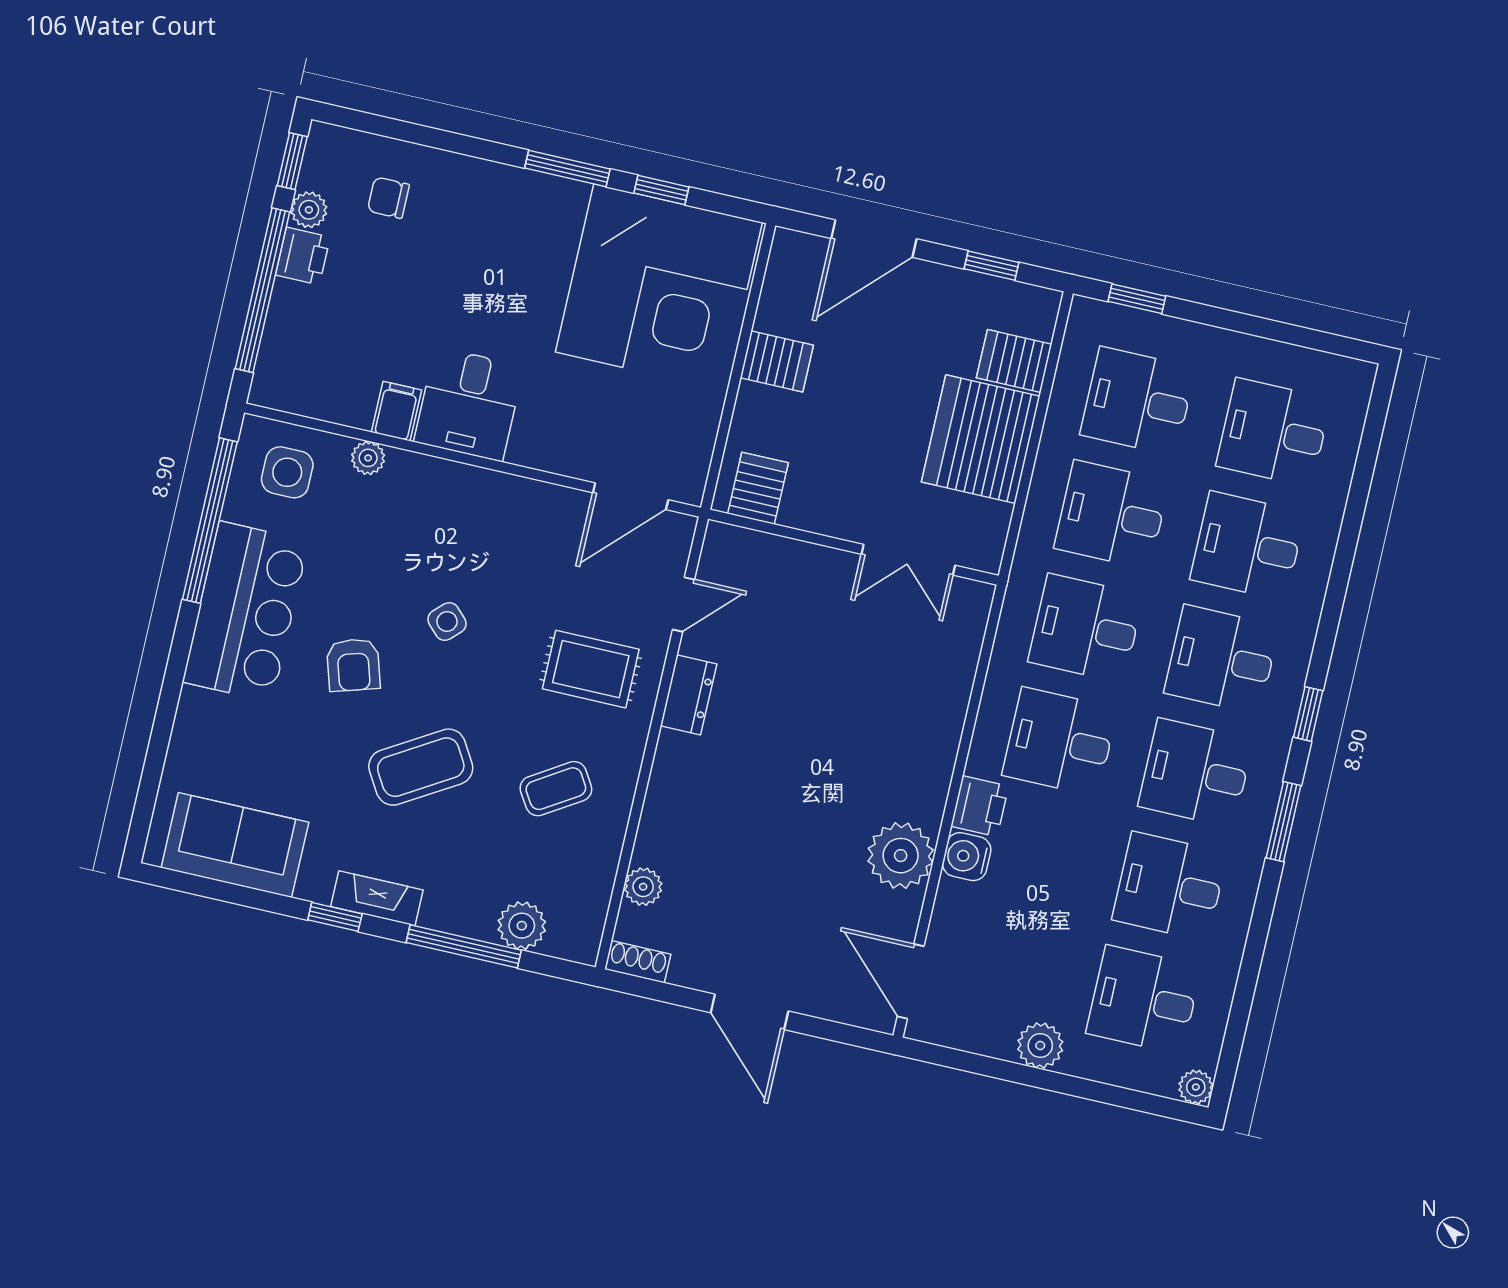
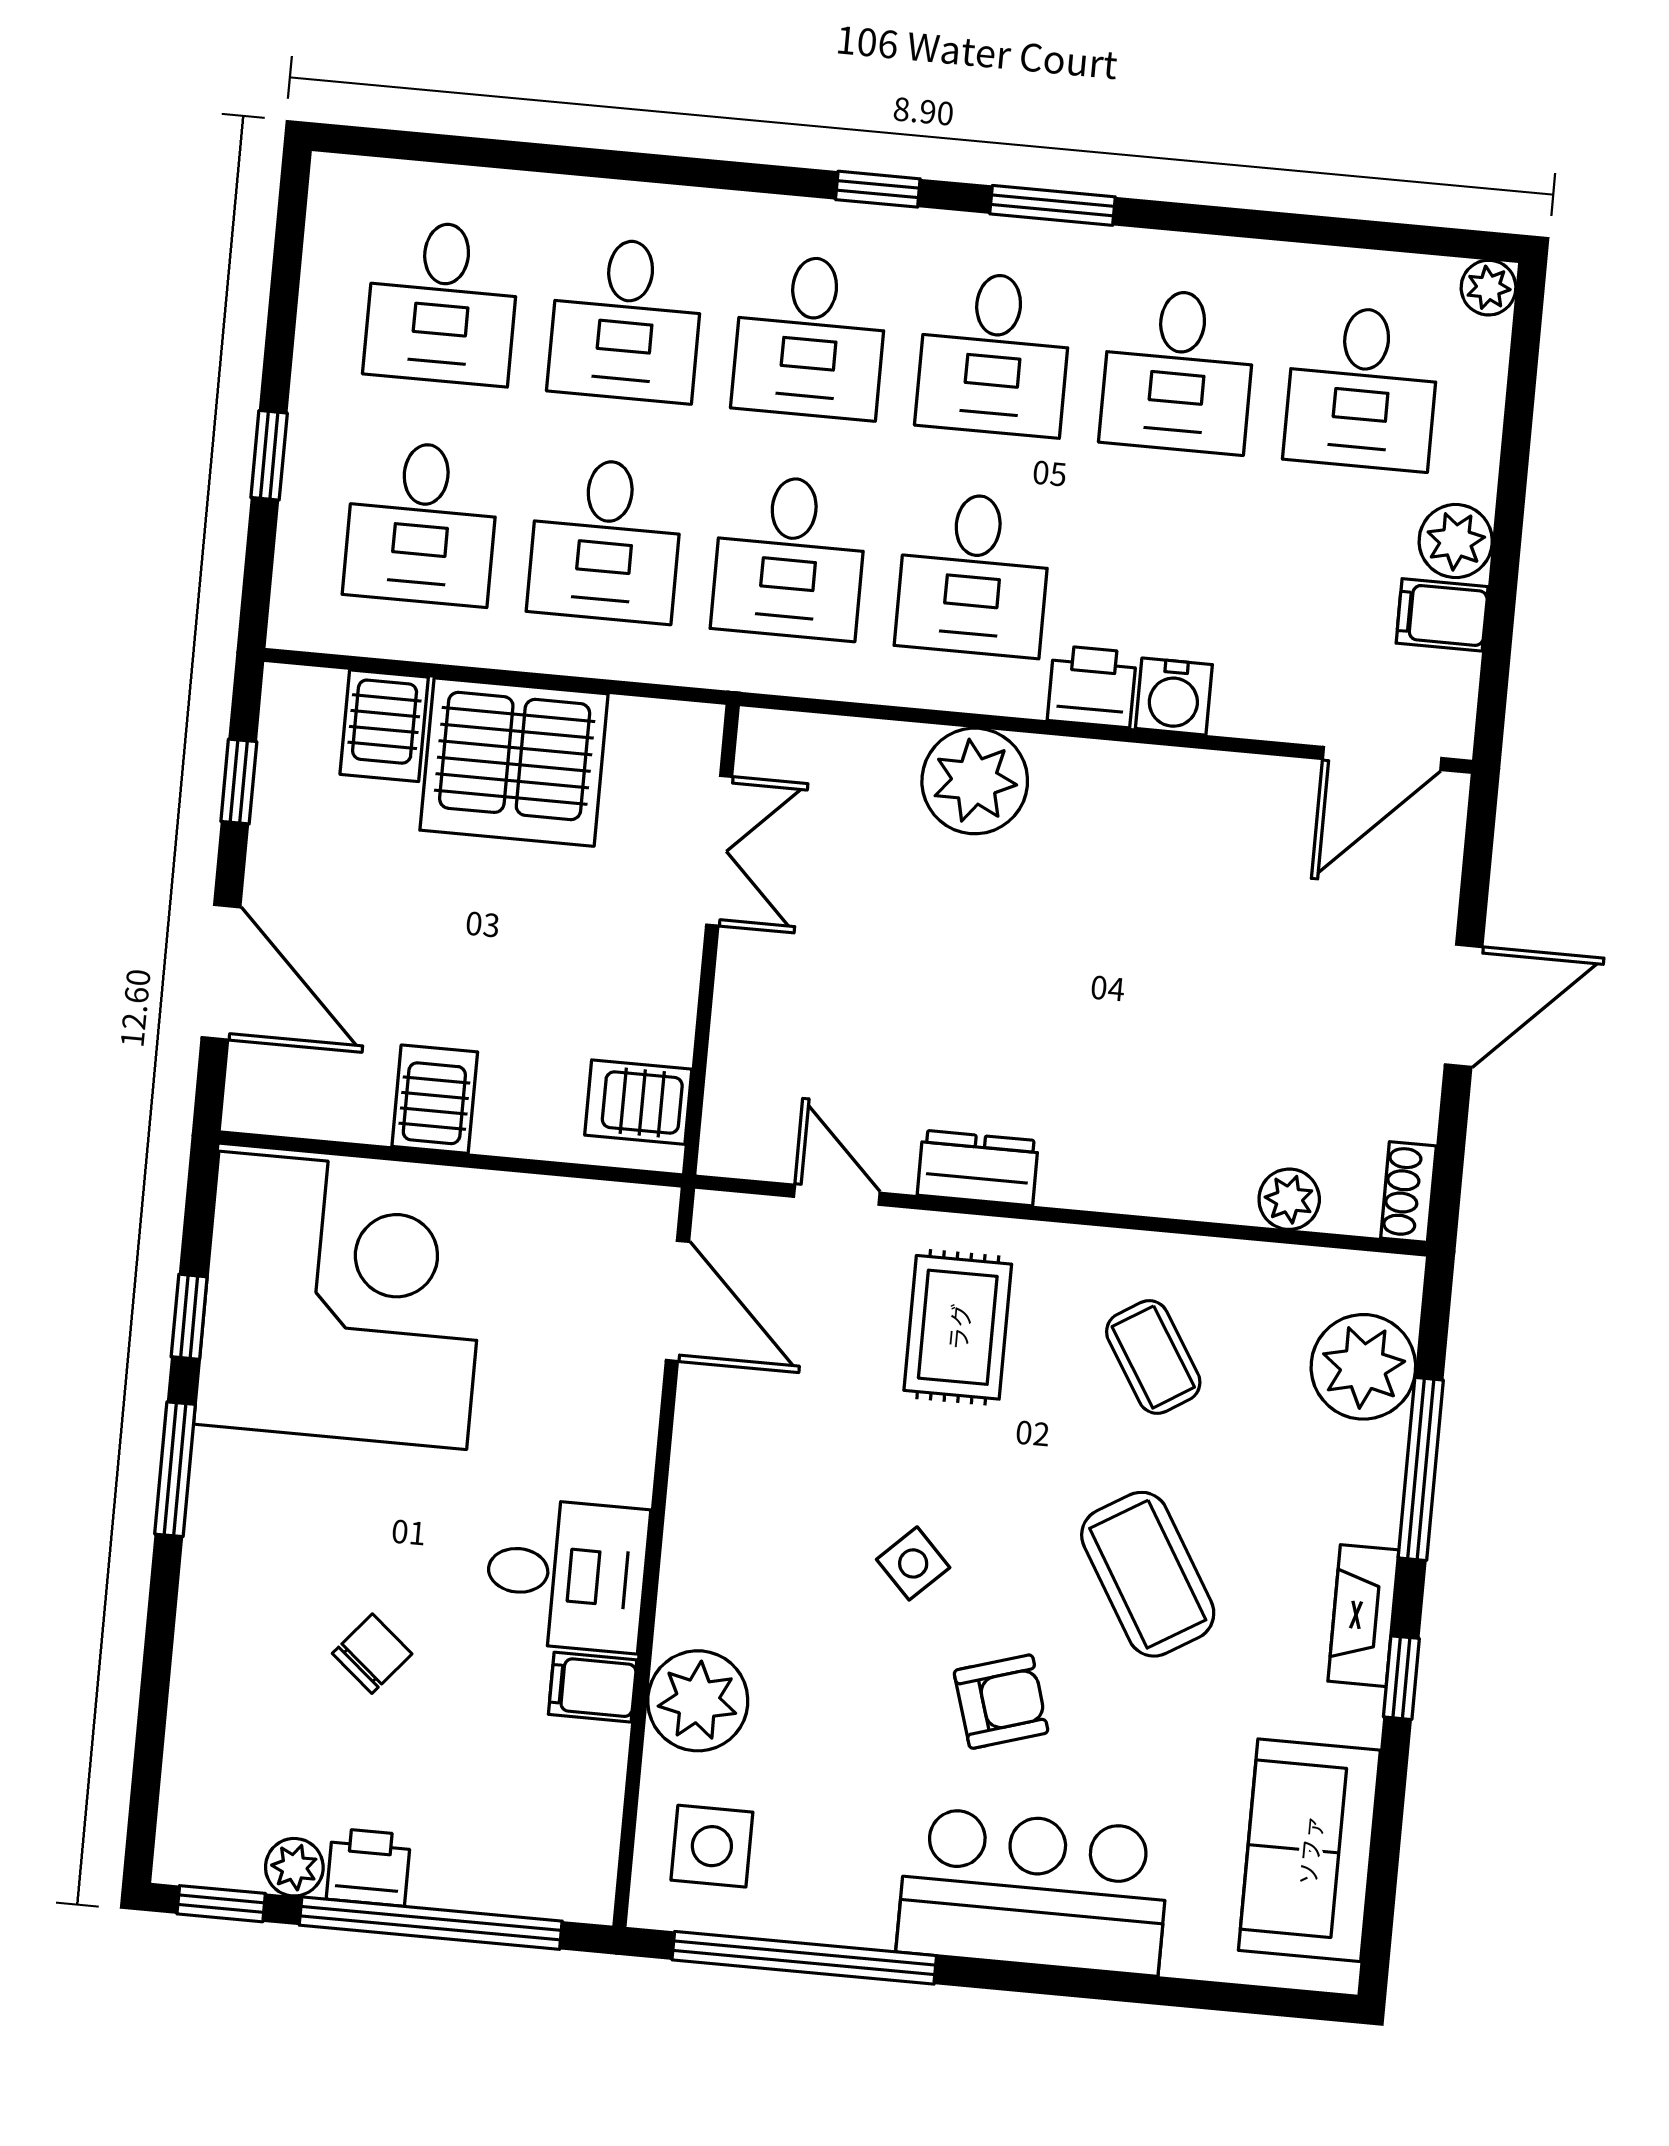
chair: (388, 198) -> (372, 1654), moved, turned -140
window: (1137, 299) -> (269, 455), moved
plant: (368, 458) -> (698, 1701), width x1.88, depth x1.88
bar counter: (246, 612) -> (1034, 1891), moved
plant: (901, 856) -> (975, 781), moved
plant: (522, 926) -> (1363, 1367), width x1.36, depth x1.36
filing cabinet: (995, 1031) -> (1442, 615), added

